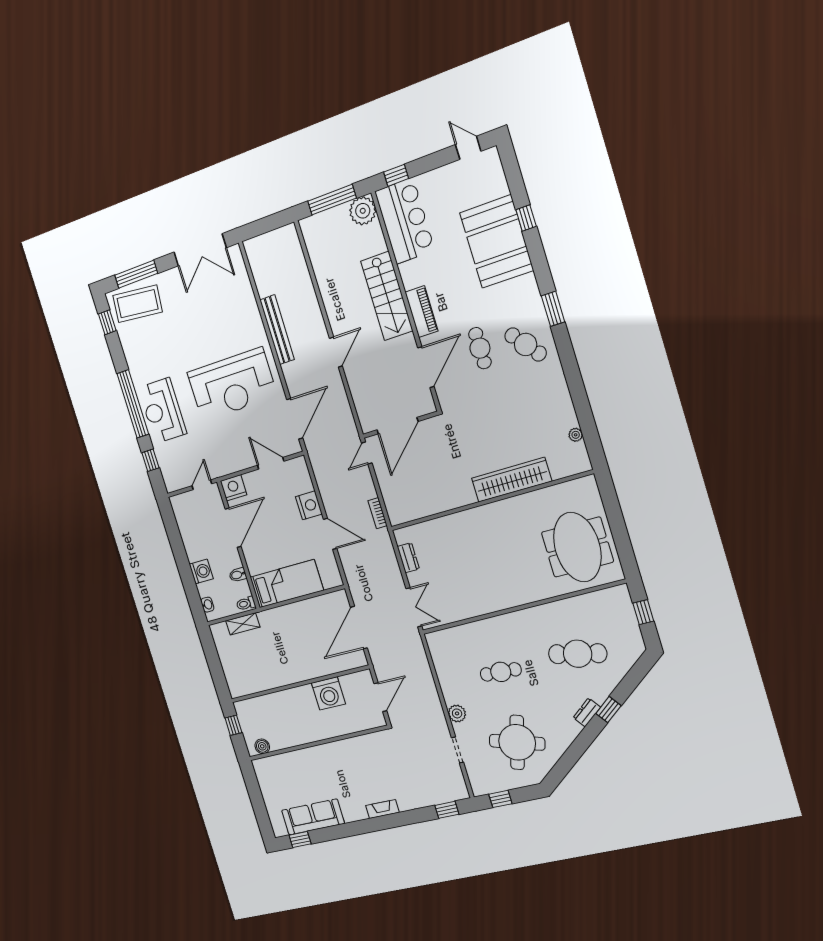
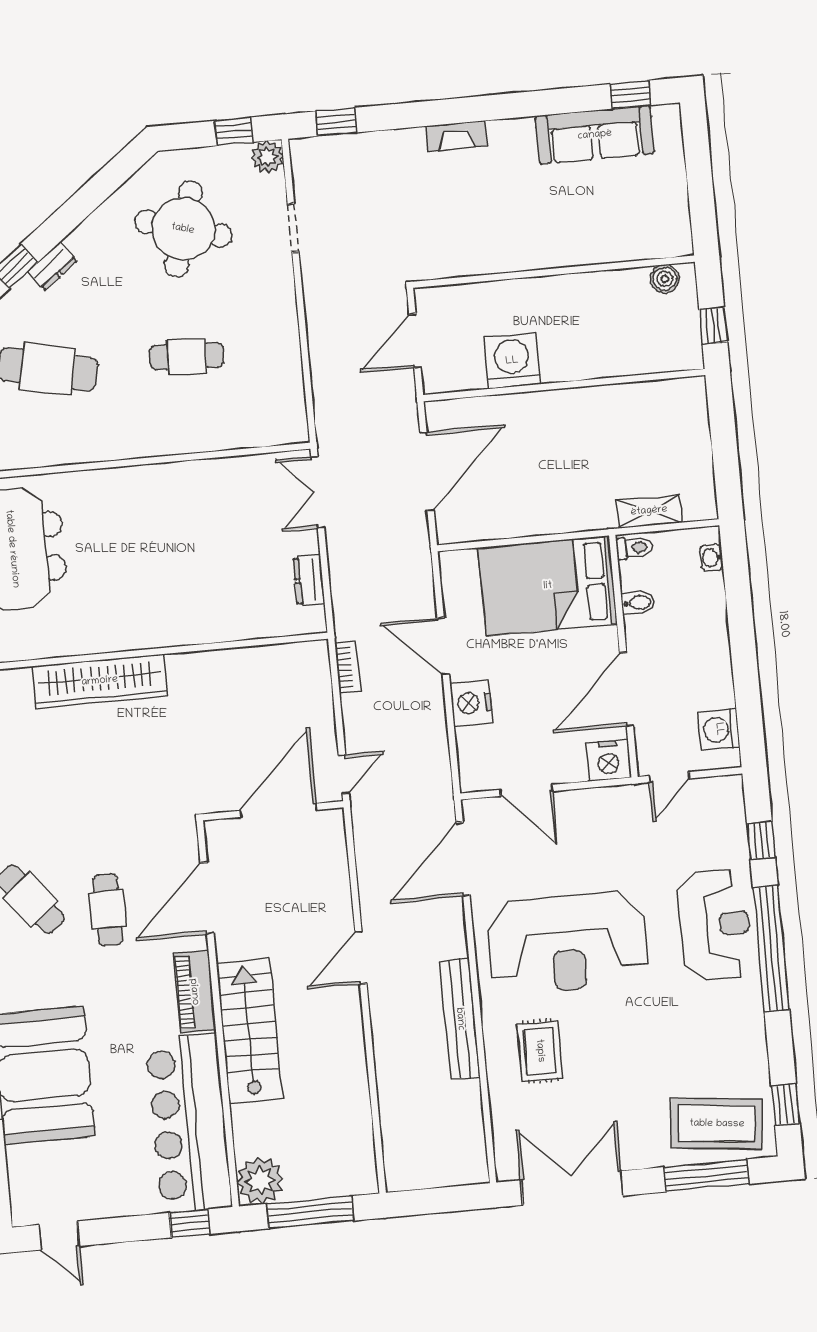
bar counter: (405, 221) -> (189, 1123), width x1.36
rug: (233, 322) -> (540, 1051), added
reception desk: (232, 384) -> (567, 943), turned 180
washing machine: (201, 571) -> (719, 729), moved
bed: (287, 584) -> (548, 586), width x1.50
plant: (457, 713) -> (267, 157), moved

